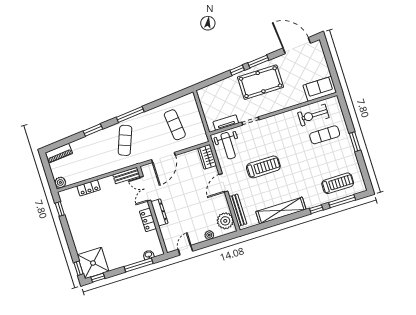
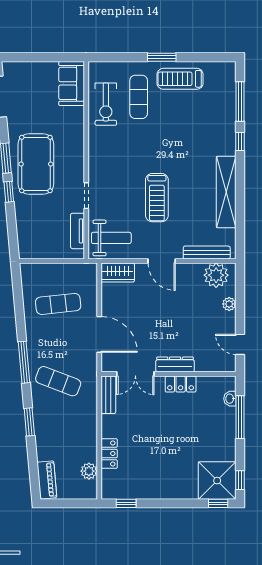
treadmill: (263, 167) -> (157, 198), turned 180
plant: (60, 182) -> (89, 471), moved
treadmill: (338, 183) -> (180, 79), moved, turned -90

